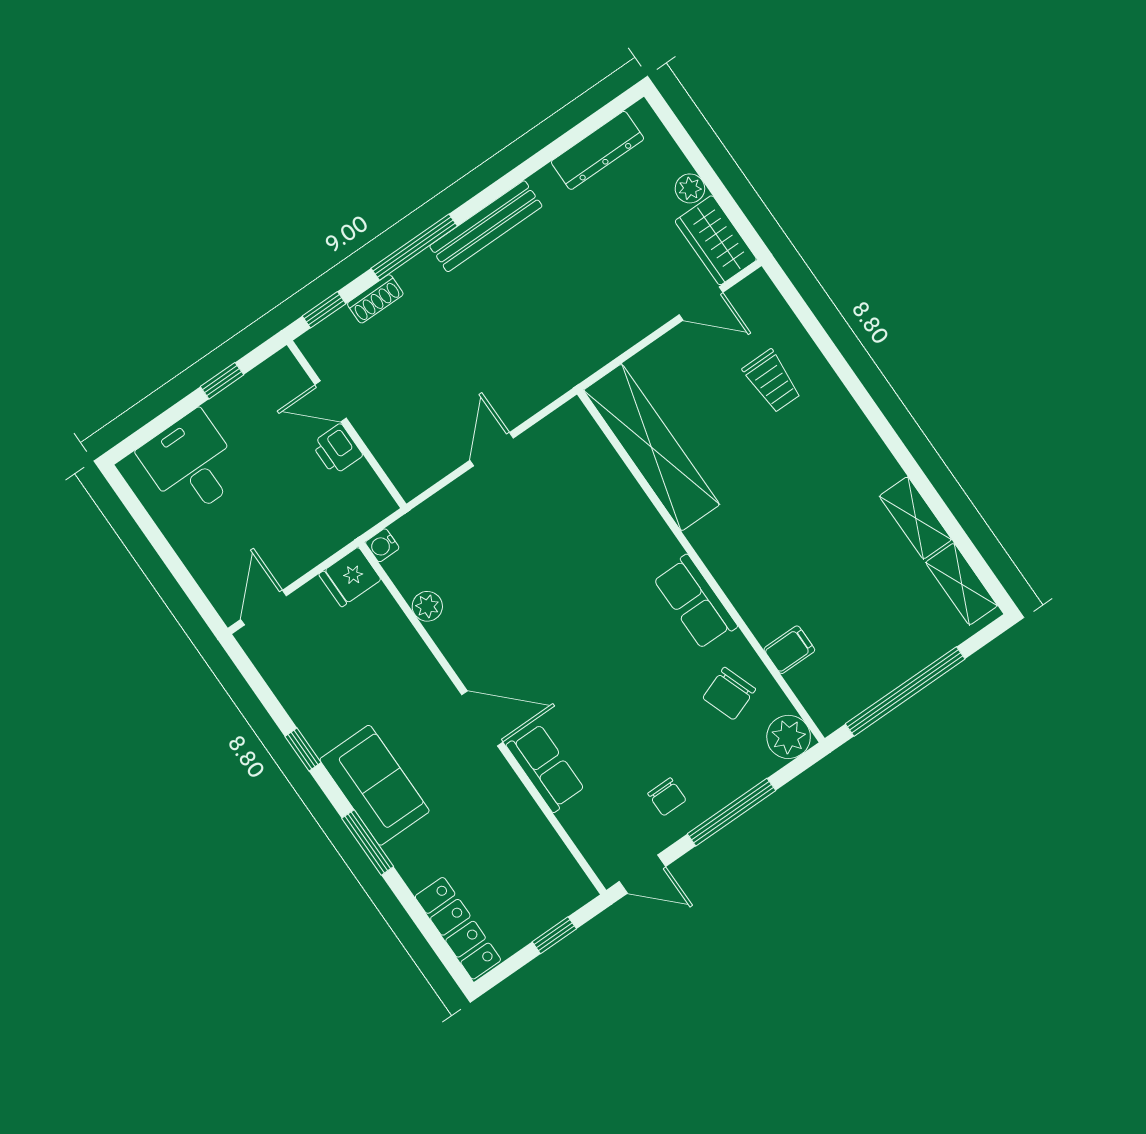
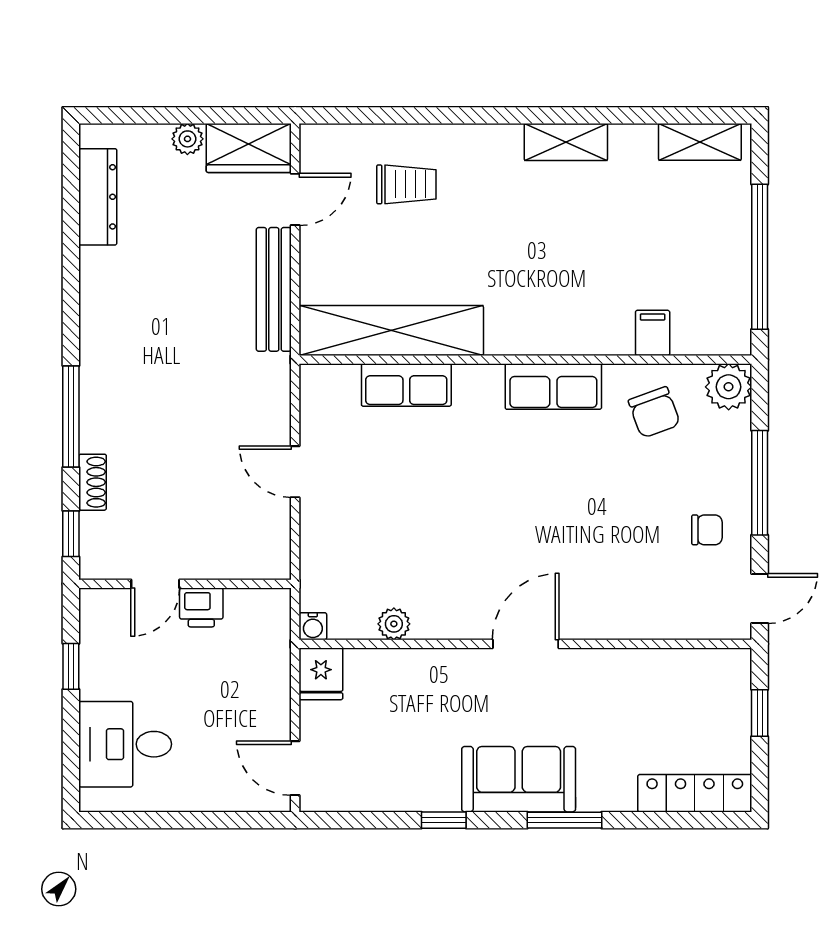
bench: (486, 226) -> (274, 289), moved
shelving: (915, 518) -> (566, 142), moved
row of seats: (546, 768) -> (406, 385), moved, turned 180

